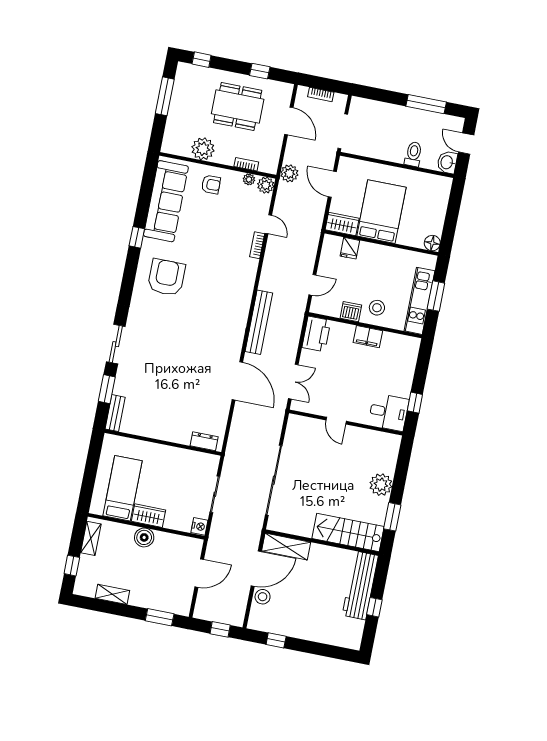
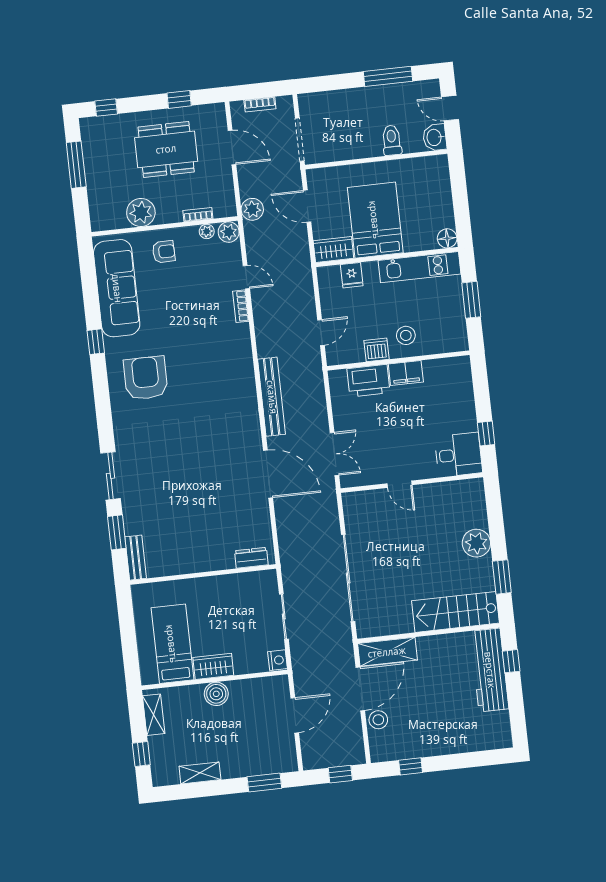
kitchen unit: (419, 301) -> (419, 267), moved, turned -90
printer: (316, 334) -> (368, 381), moved, turned 90
window: (374, 607) -> (511, 661), moved

